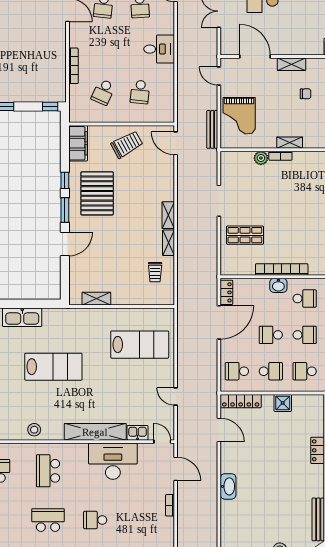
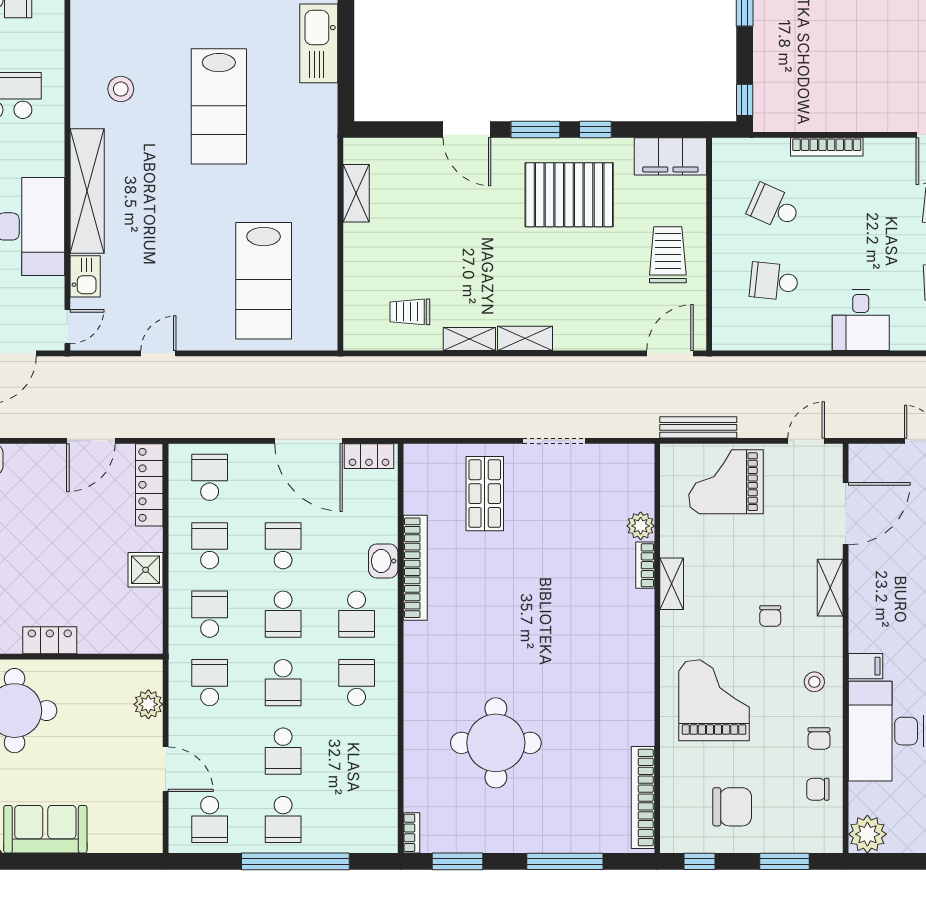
trolley: (127, 144) -> (668, 255), turned -151
school desk: (271, 371) -> (210, 546), turned 180
stool: (34, 430) -> (121, 89), moved

